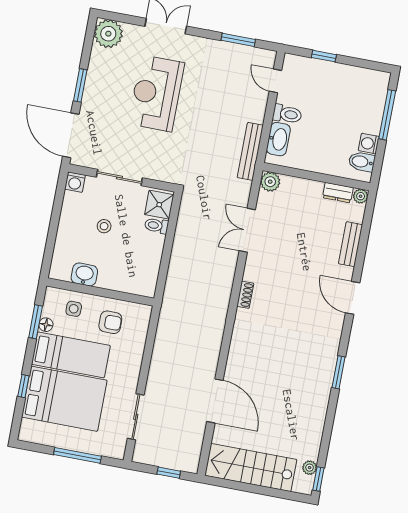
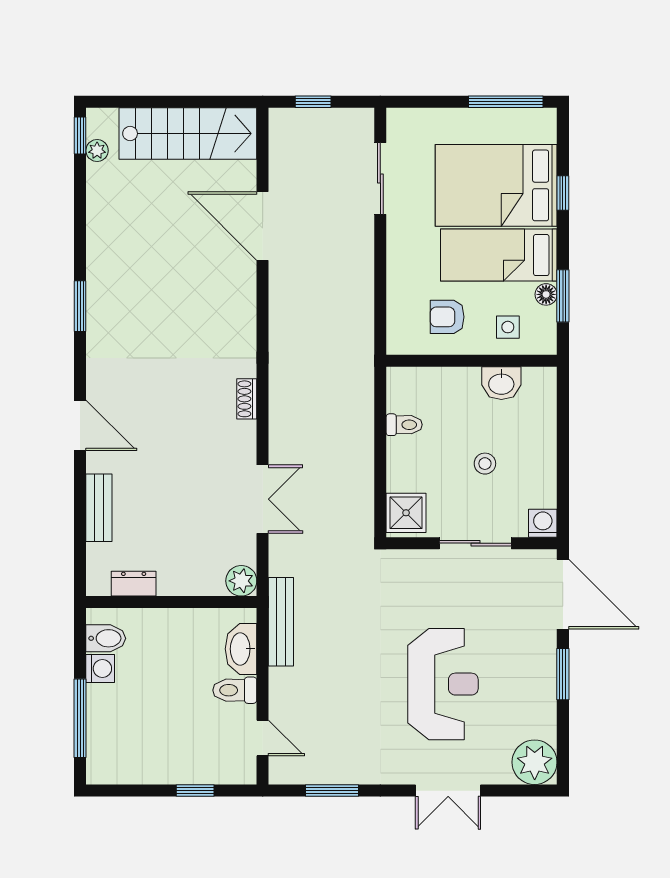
plant: (361, 196) -> (97, 585), removed
toilet: (156, 226) -> (404, 425), moved
window: (77, 455) -> (506, 102), moved

